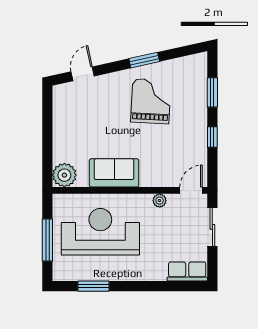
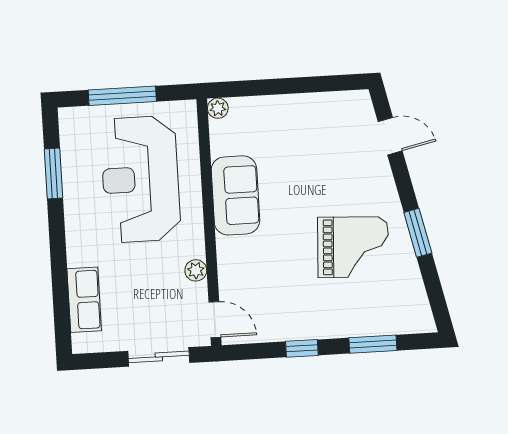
plant: (64, 175) -> (218, 108), width x0.53, depth x0.53
reception desk: (100, 232) -> (140, 179), turned 180
row of seats: (187, 271) -> (84, 300), moved

